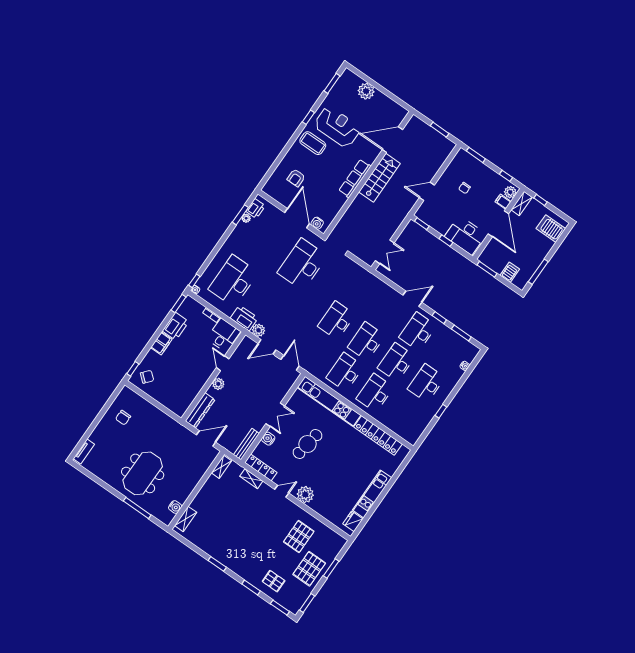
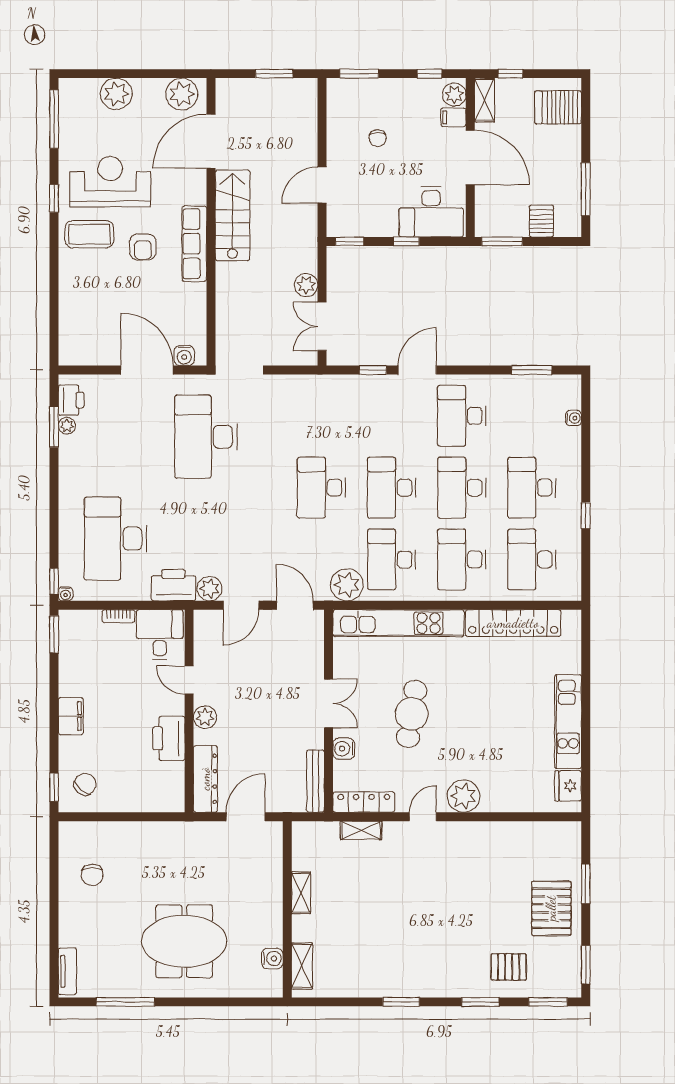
window: (332, 83) -> (54, 119), width x1.44
plant: (394, 111) -> (182, 94), added
armchair: (296, 178) -> (143, 247), moved
plant: (390, 229) -> (306, 285), added
double door: (385, 252) -> (322, 326), swing flipped
window: (439, 318) -> (373, 370), moved
printer: (176, 326) -> (169, 738), moved, turned 180
plant: (318, 370) -> (347, 585), added
desk: (405, 414) -> (532, 559), added
shelving: (221, 467) -> (301, 893), moved
meeting table: (143, 473) -> (184, 941), turned 90
window: (137, 508) -> (125, 1002), moved
pallet: (299, 537) -> (499, 869), removed

